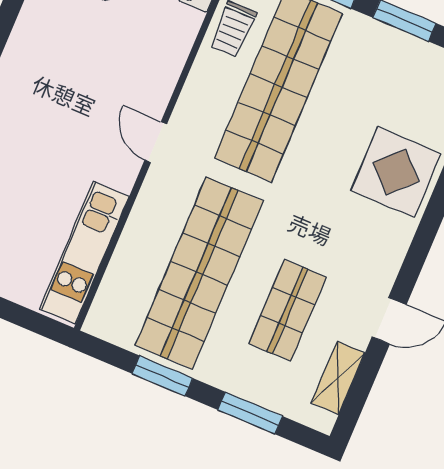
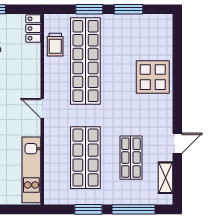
shop shelf: (199, 273) -> (85, 158), width x0.71
window: (250, 413) -> (134, 209), width x1.44

